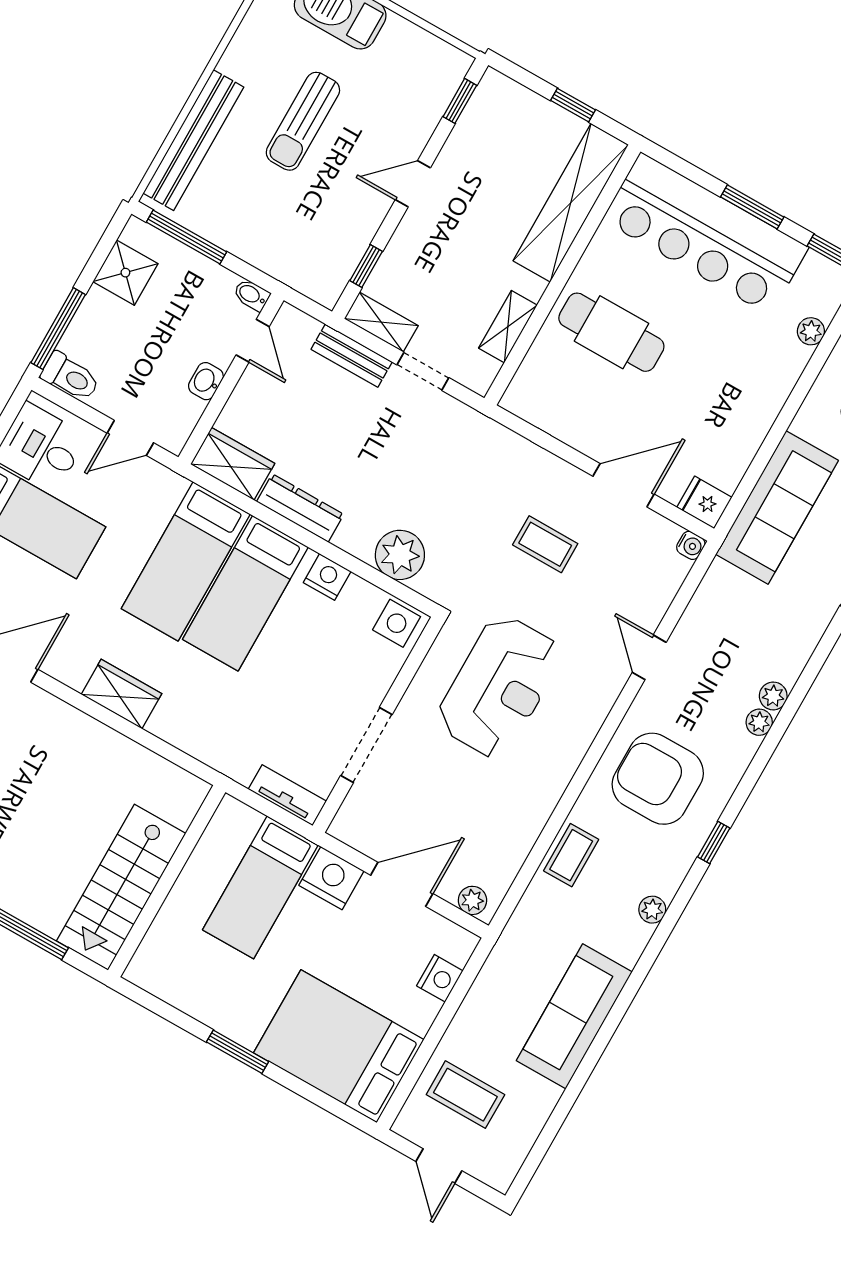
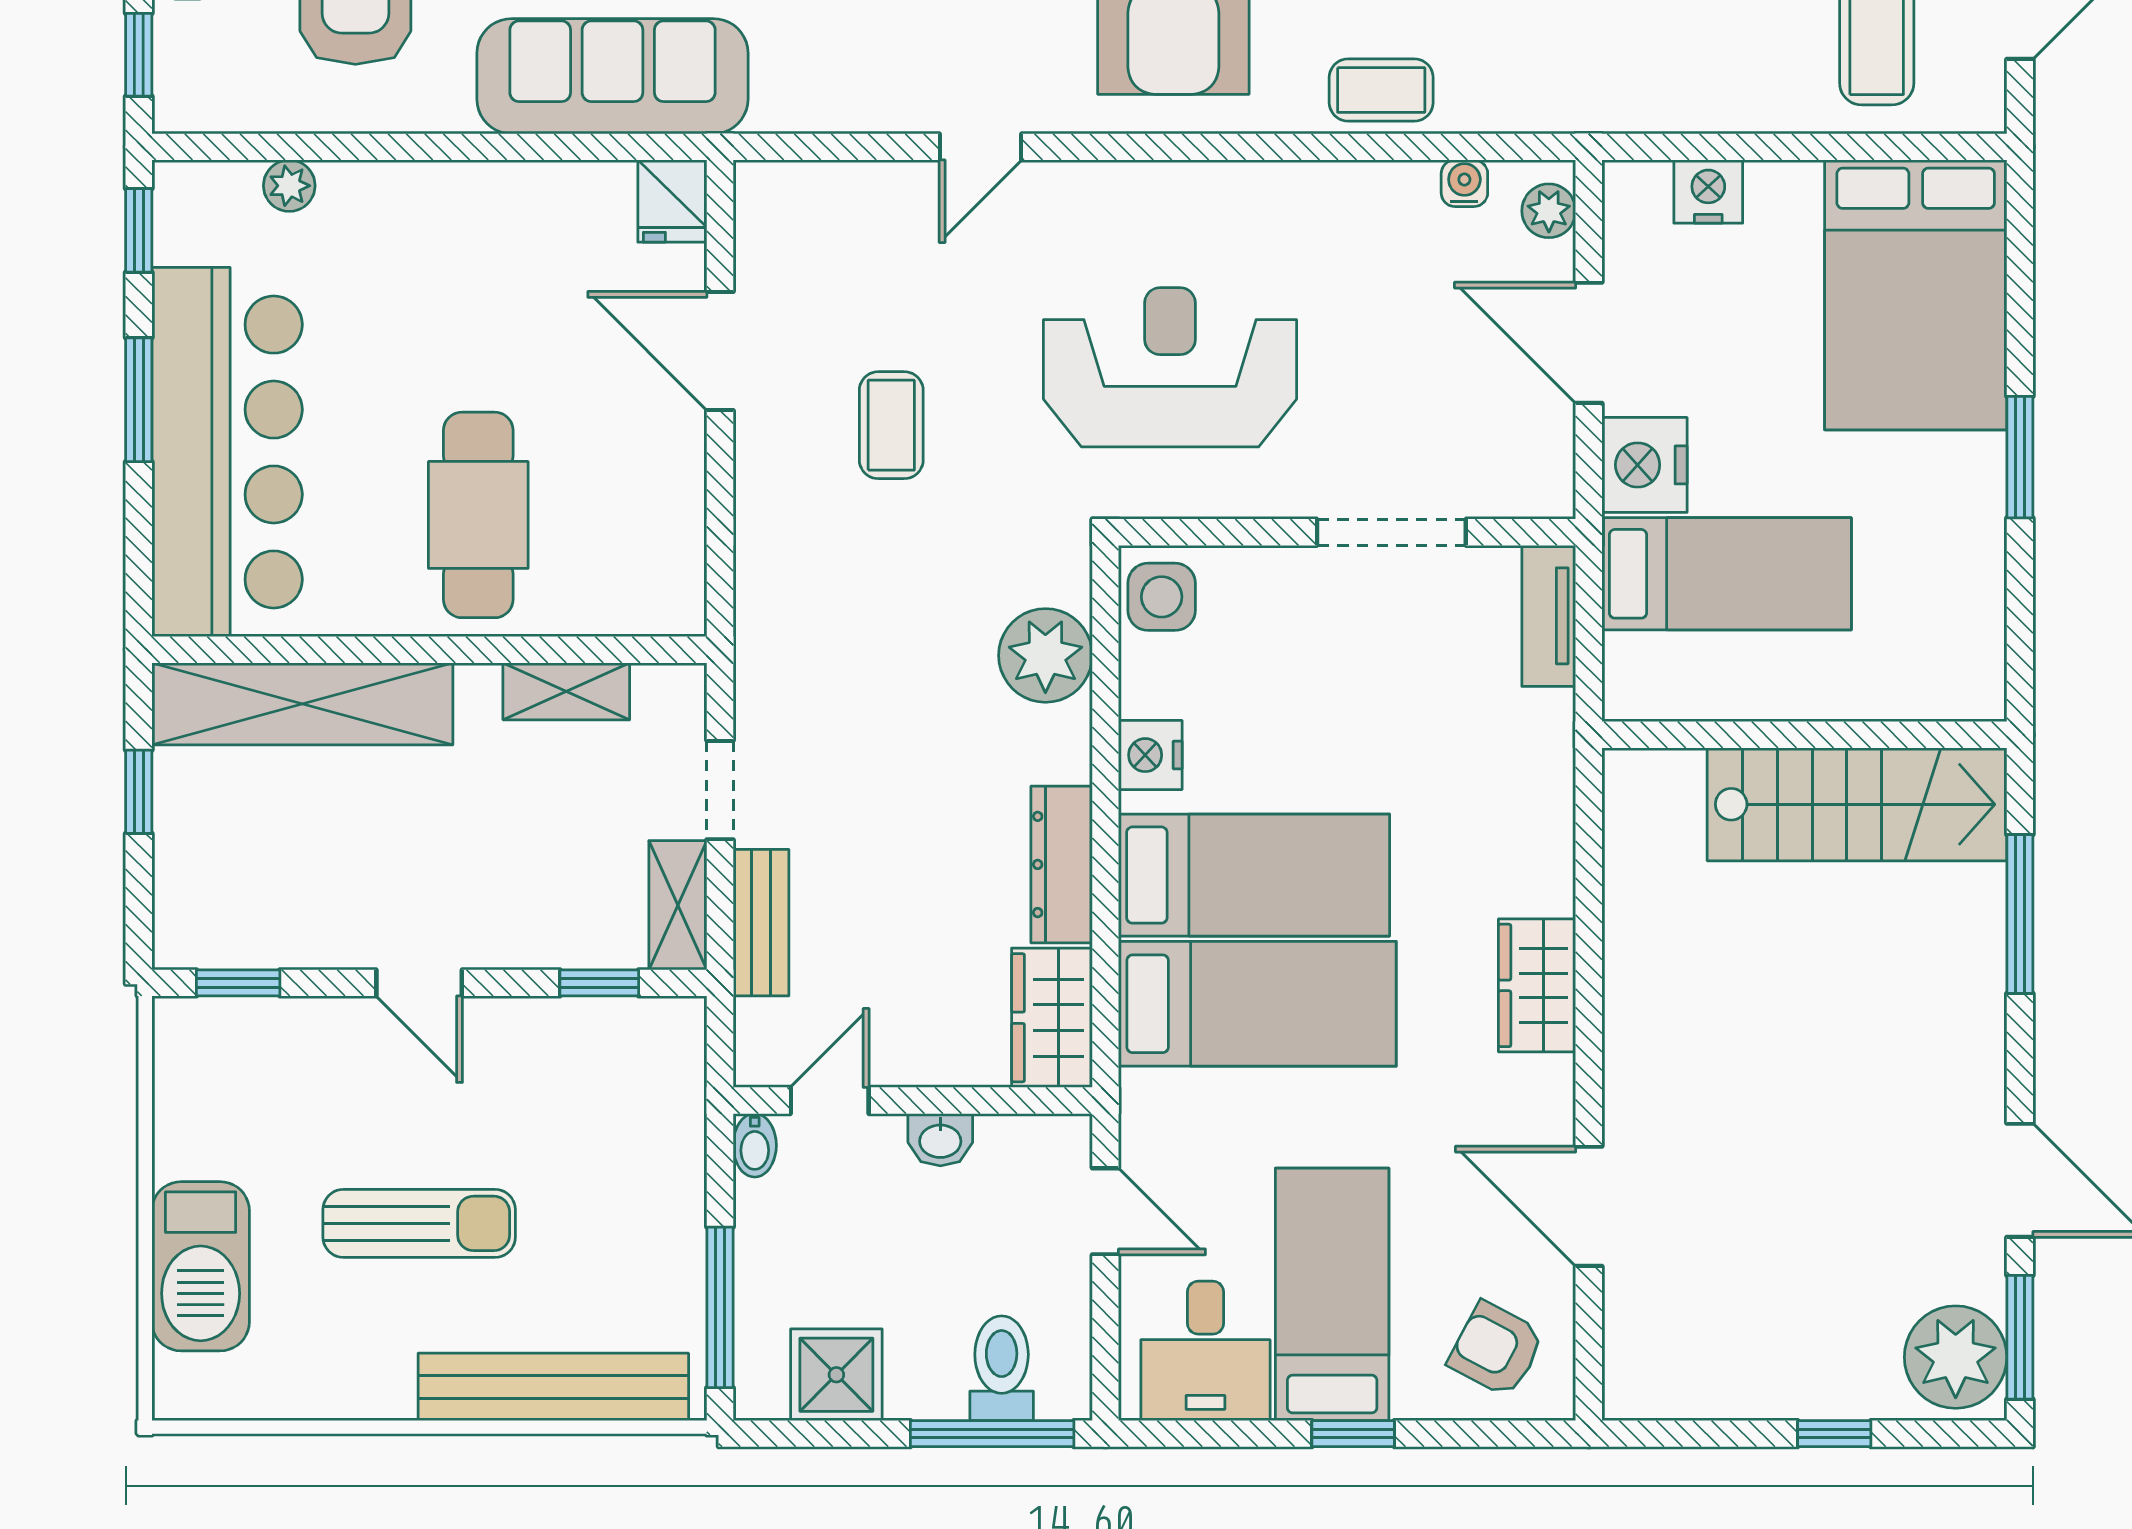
toilet: (70, 377) -> (1002, 1368), moved
water cooler: (691, 545) -> (1464, 183), moved

